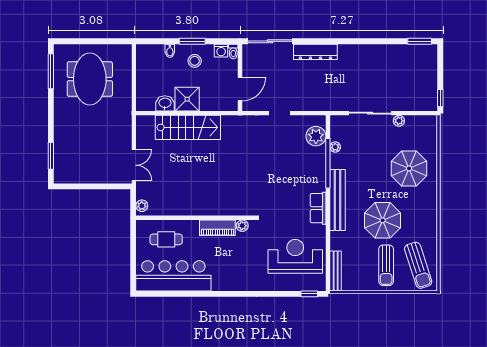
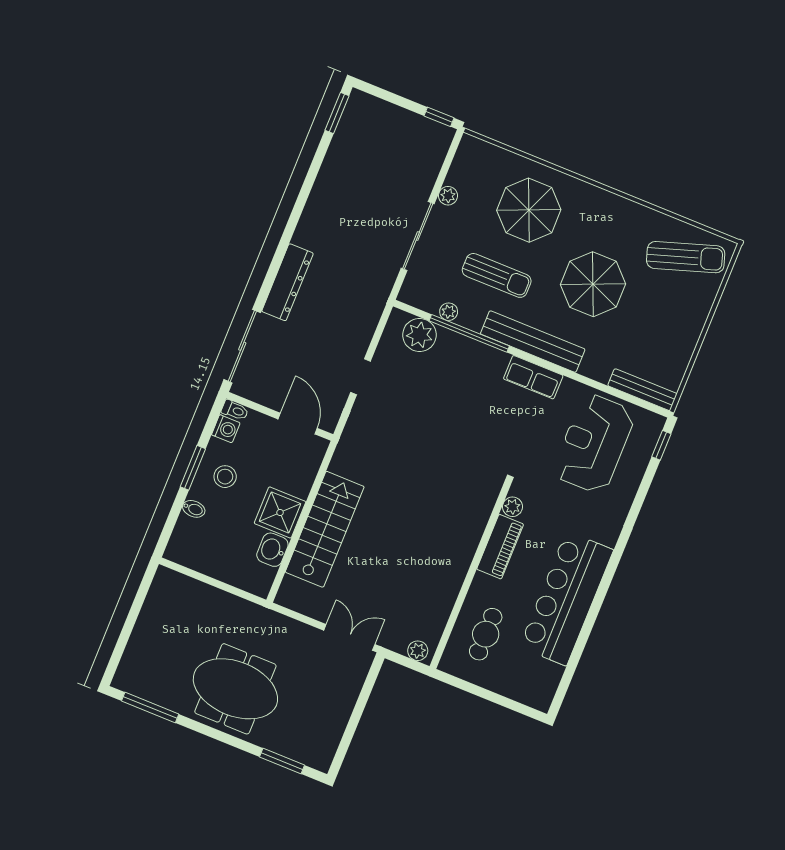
meeting table: (90, 79) -> (235, 689), moved
sun lounger: (386, 265) -> (497, 275), moved
bar counter: (173, 276) -> (566, 598), moved

